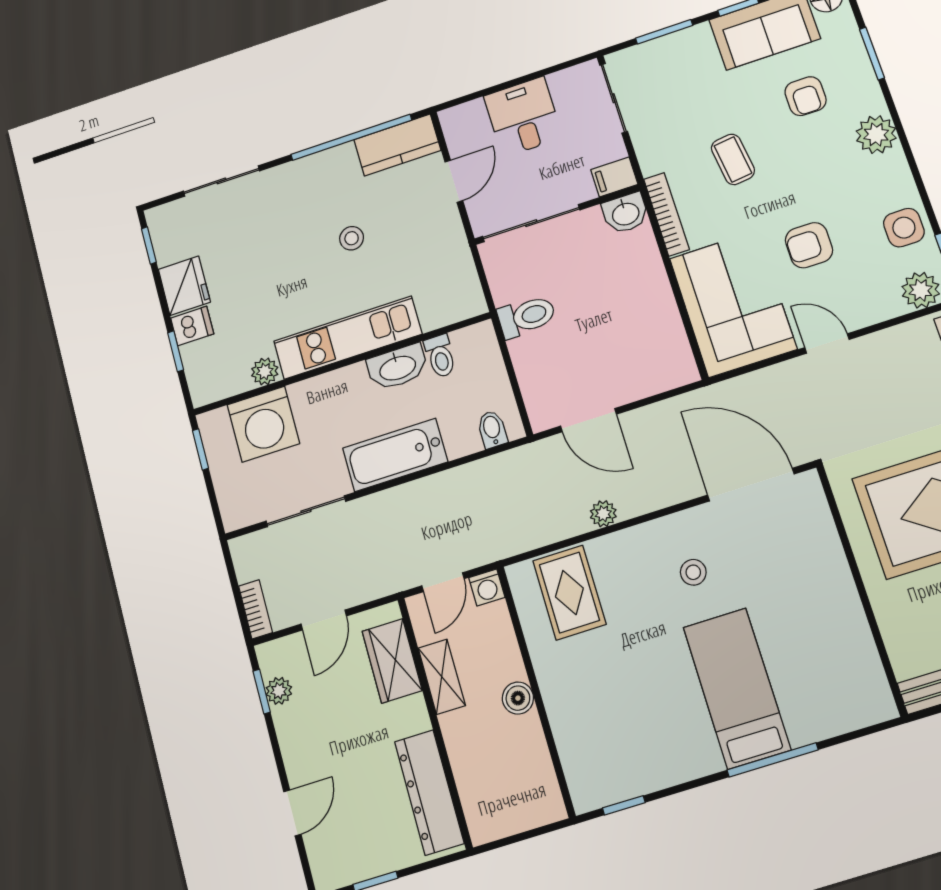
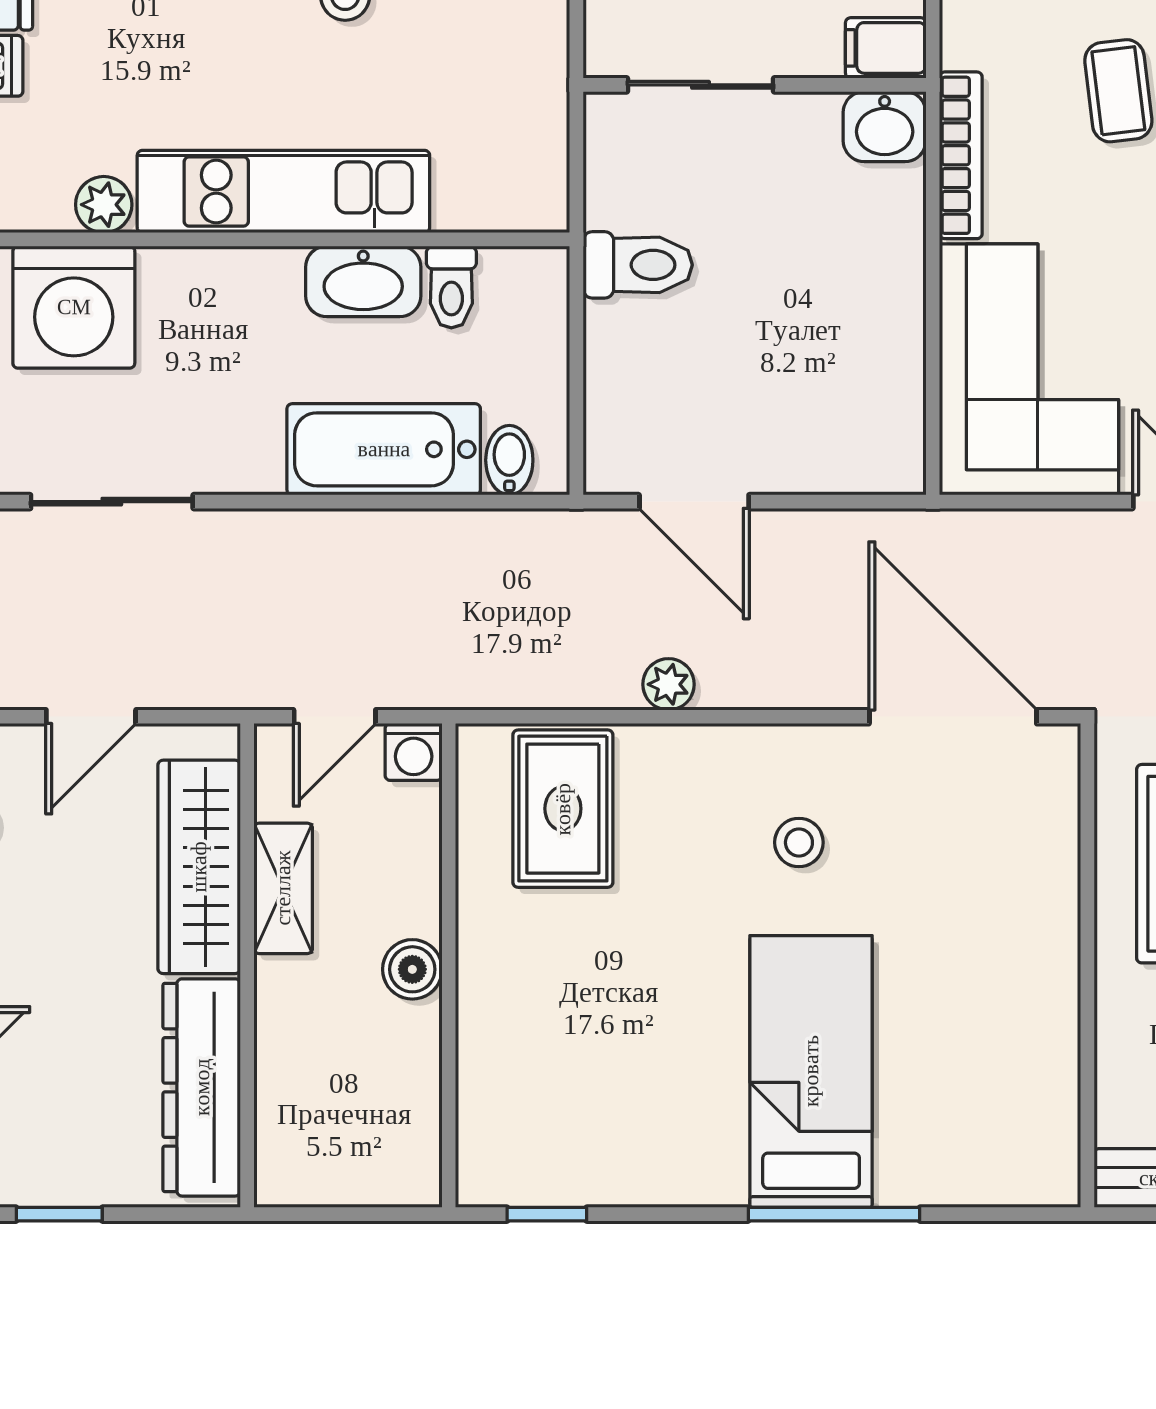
sliding door: (531, 223) -> (700, 85), width x0.73
bathtub: (395, 455) -> (384, 449), moved
wardrobe: (392, 661) -> (199, 867), width x1.50

